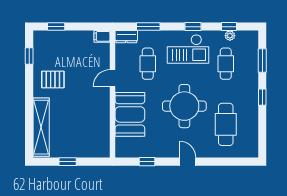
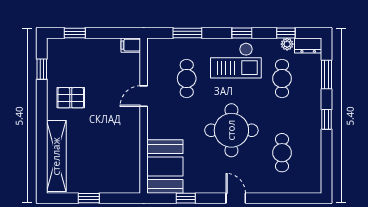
dresser: (126, 37) -> (308, 46), moved
booth: (130, 114) -> (165, 166), moved
cafe table: (226, 124) -> (282, 153), width x0.73, depth x0.74

